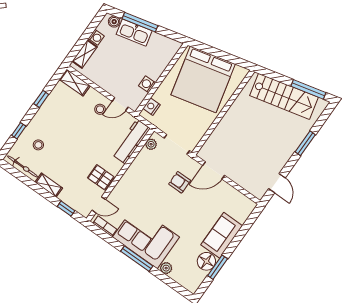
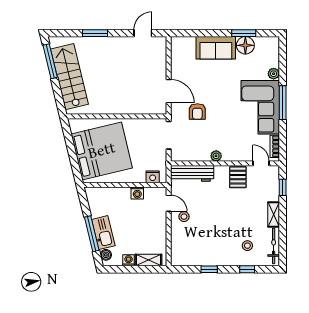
shelving: (75, 83) -> (177, 252), removed
plant: (151, 144) -> (216, 156), moved

